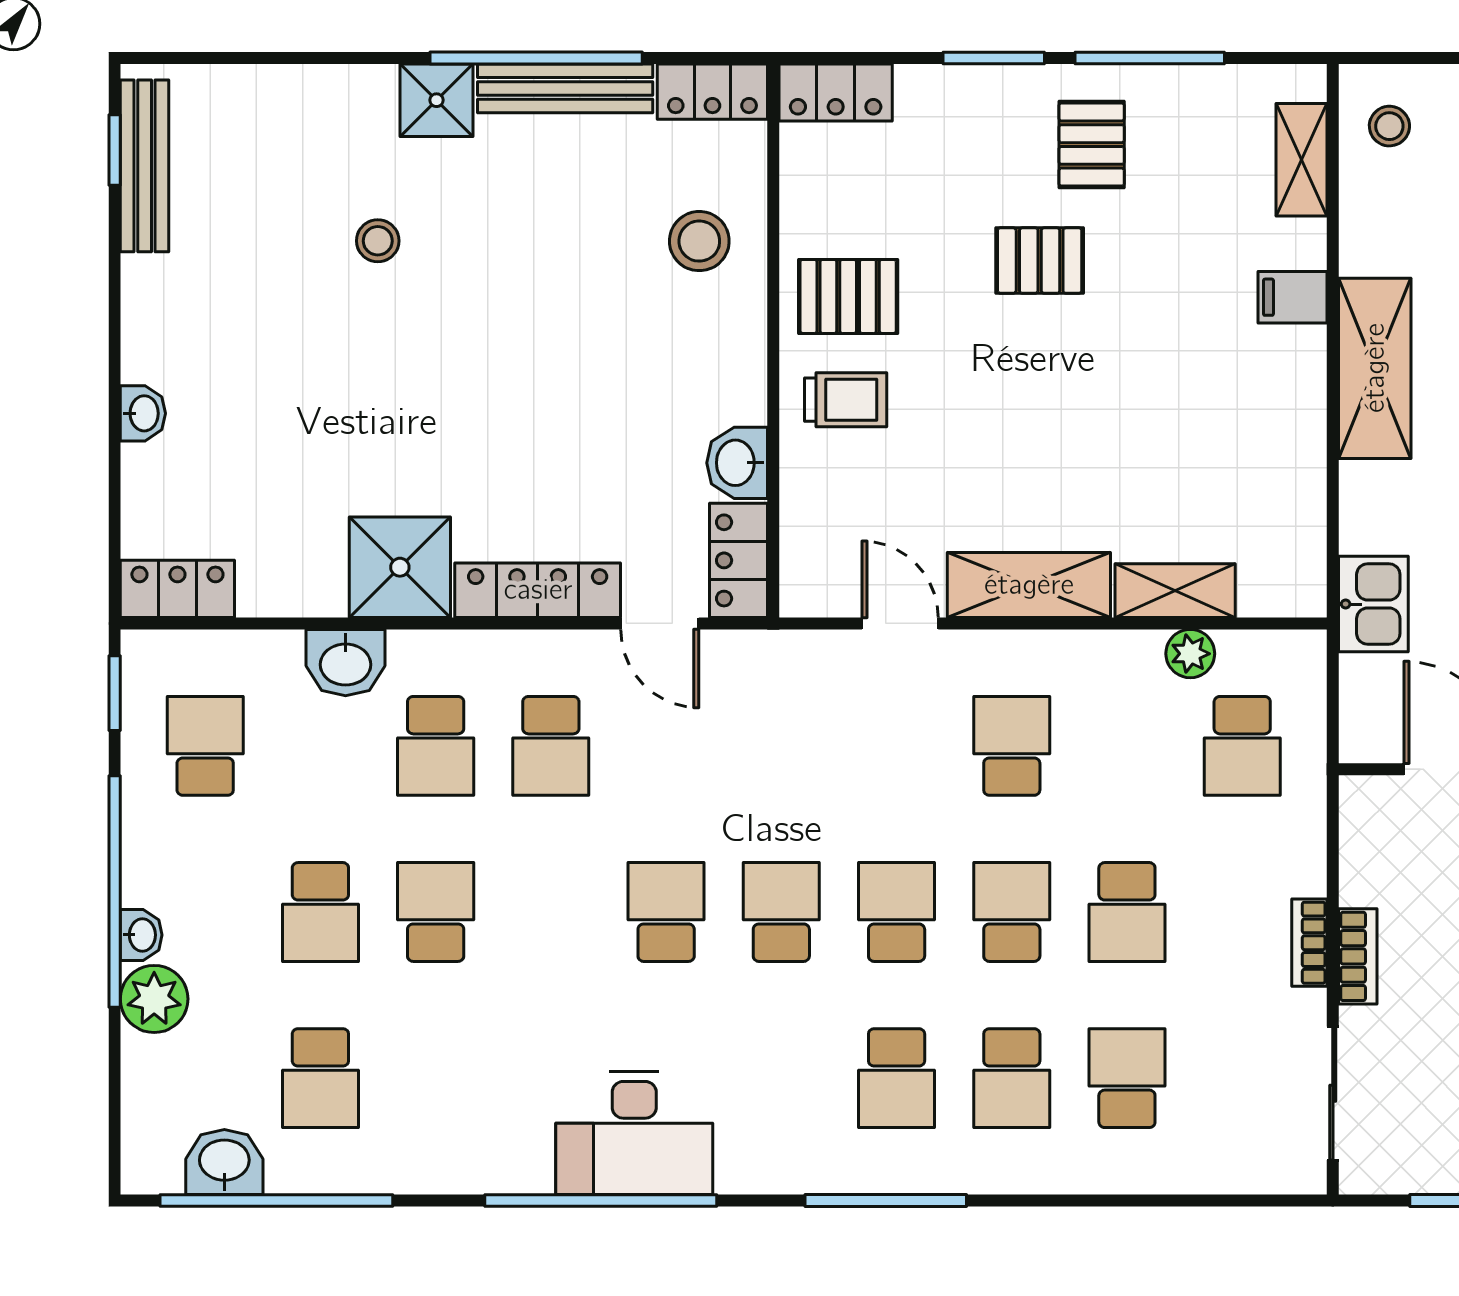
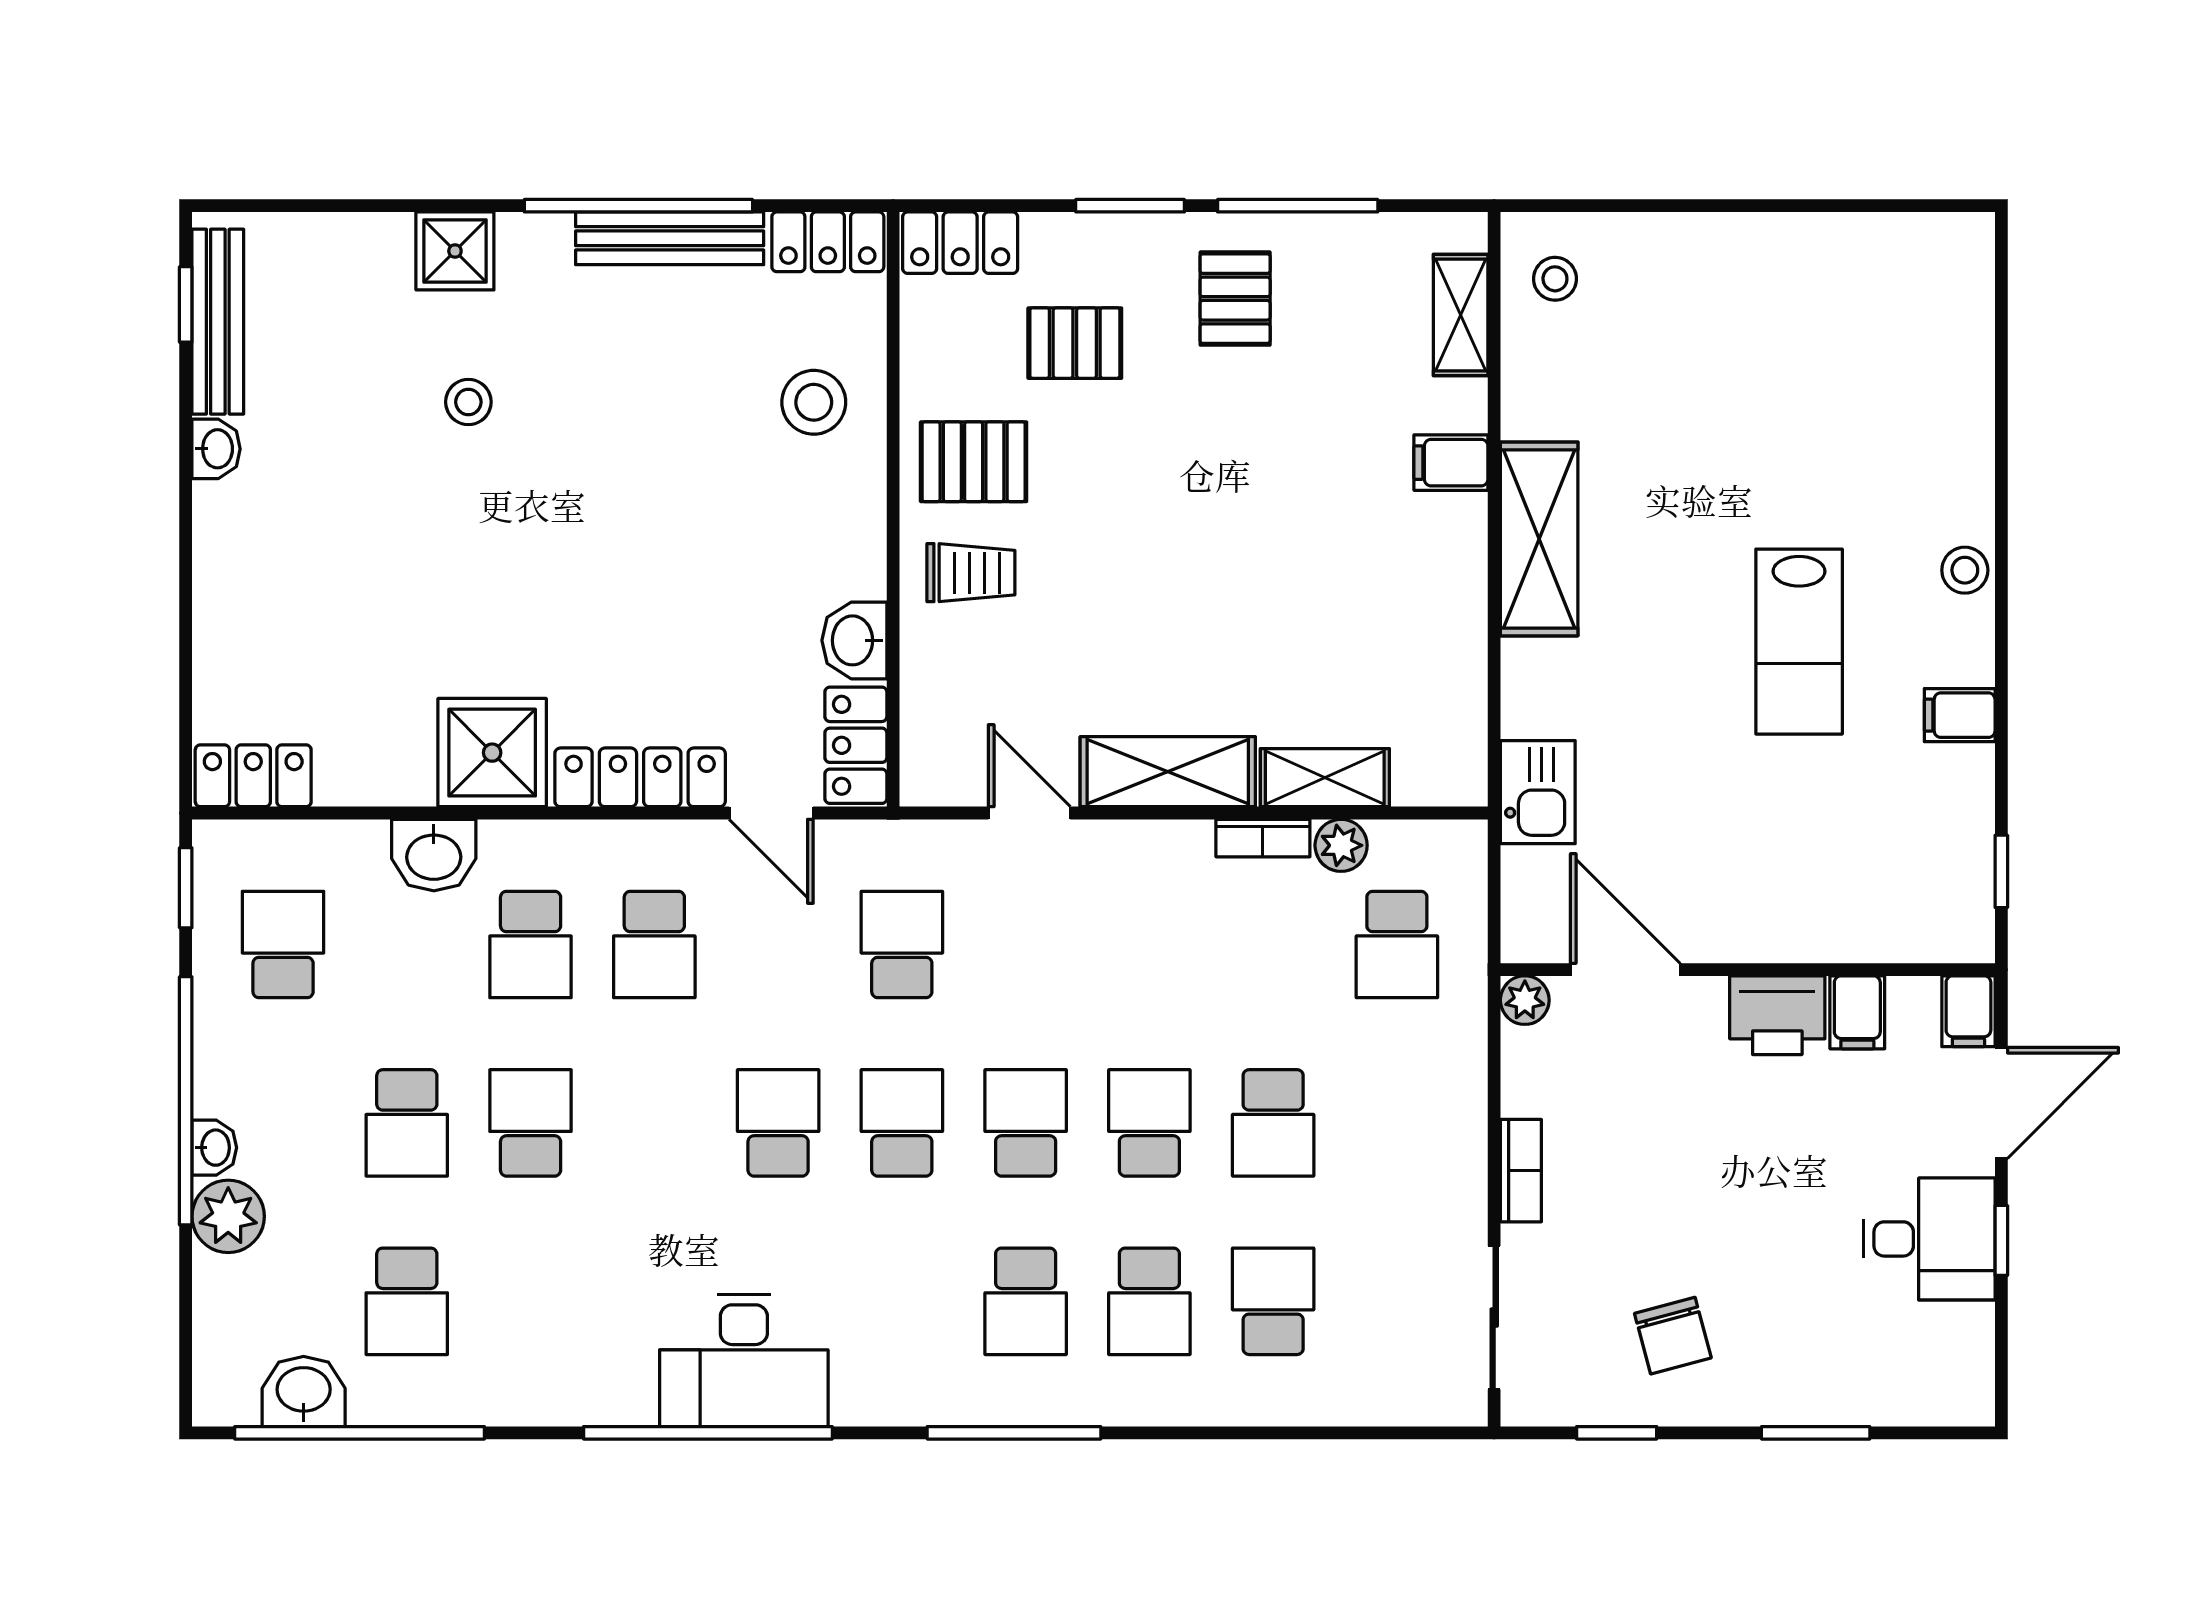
shower: (437, 100) -> (455, 251), moved
pallet: (1040, 261) -> (1075, 343), moved
washbasin: (143, 413) -> (216, 449), moved
school desk: (1012, 746) -> (902, 945), moved
plant: (1361, 798) -> (1525, 1000), added
bookcase: (1309, 943) -> (1263, 838), moved, turned -90

